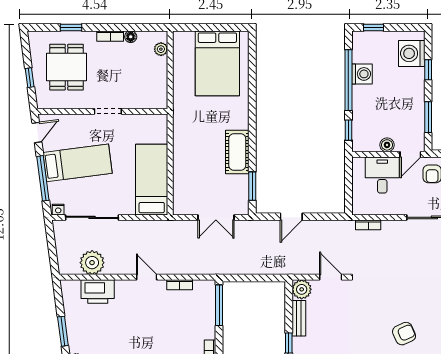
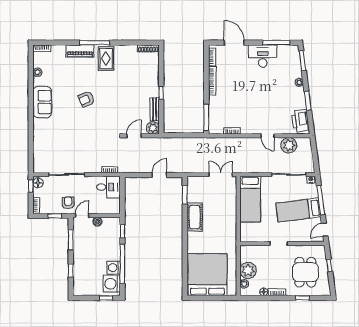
washing machine: (412, 53) -> (112, 284), moved, turned 180
bed: (217, 63) -> (207, 275), width x1.36
plant: (155, 70) -> (248, 270), added
desk: (382, 175) -> (108, 187), moved, turned -90
double door: (216, 217) -> (221, 175), moved
door: (147, 277) -> (268, 136), moved
door: (331, 277) -> (134, 136), swing flipped
printer: (98, 292) -> (300, 121), moved, turned -97

